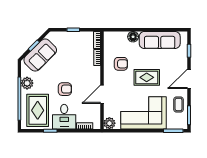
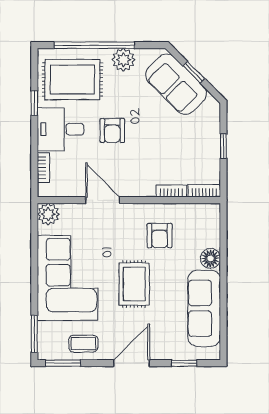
door: (189, 79) -> (132, 363), hinge flipped

